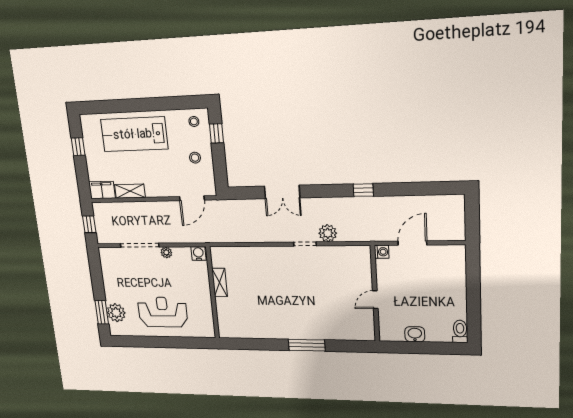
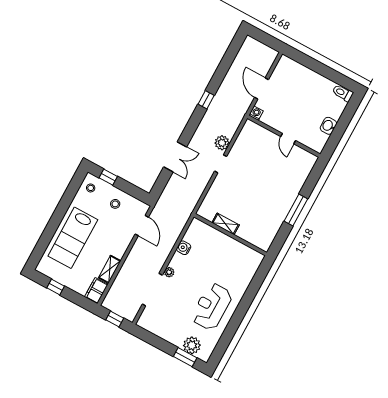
shelving: (220, 282) -> (226, 224), moved
wall: (213, 293) -> (230, 235), moved

